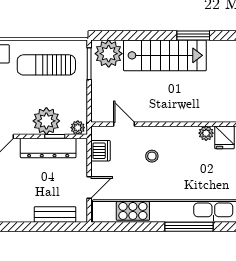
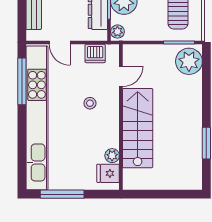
stairs: (165, 55) -> (138, 128), moved, turned 180
window: (189, 227) -> (22, 81), moved

